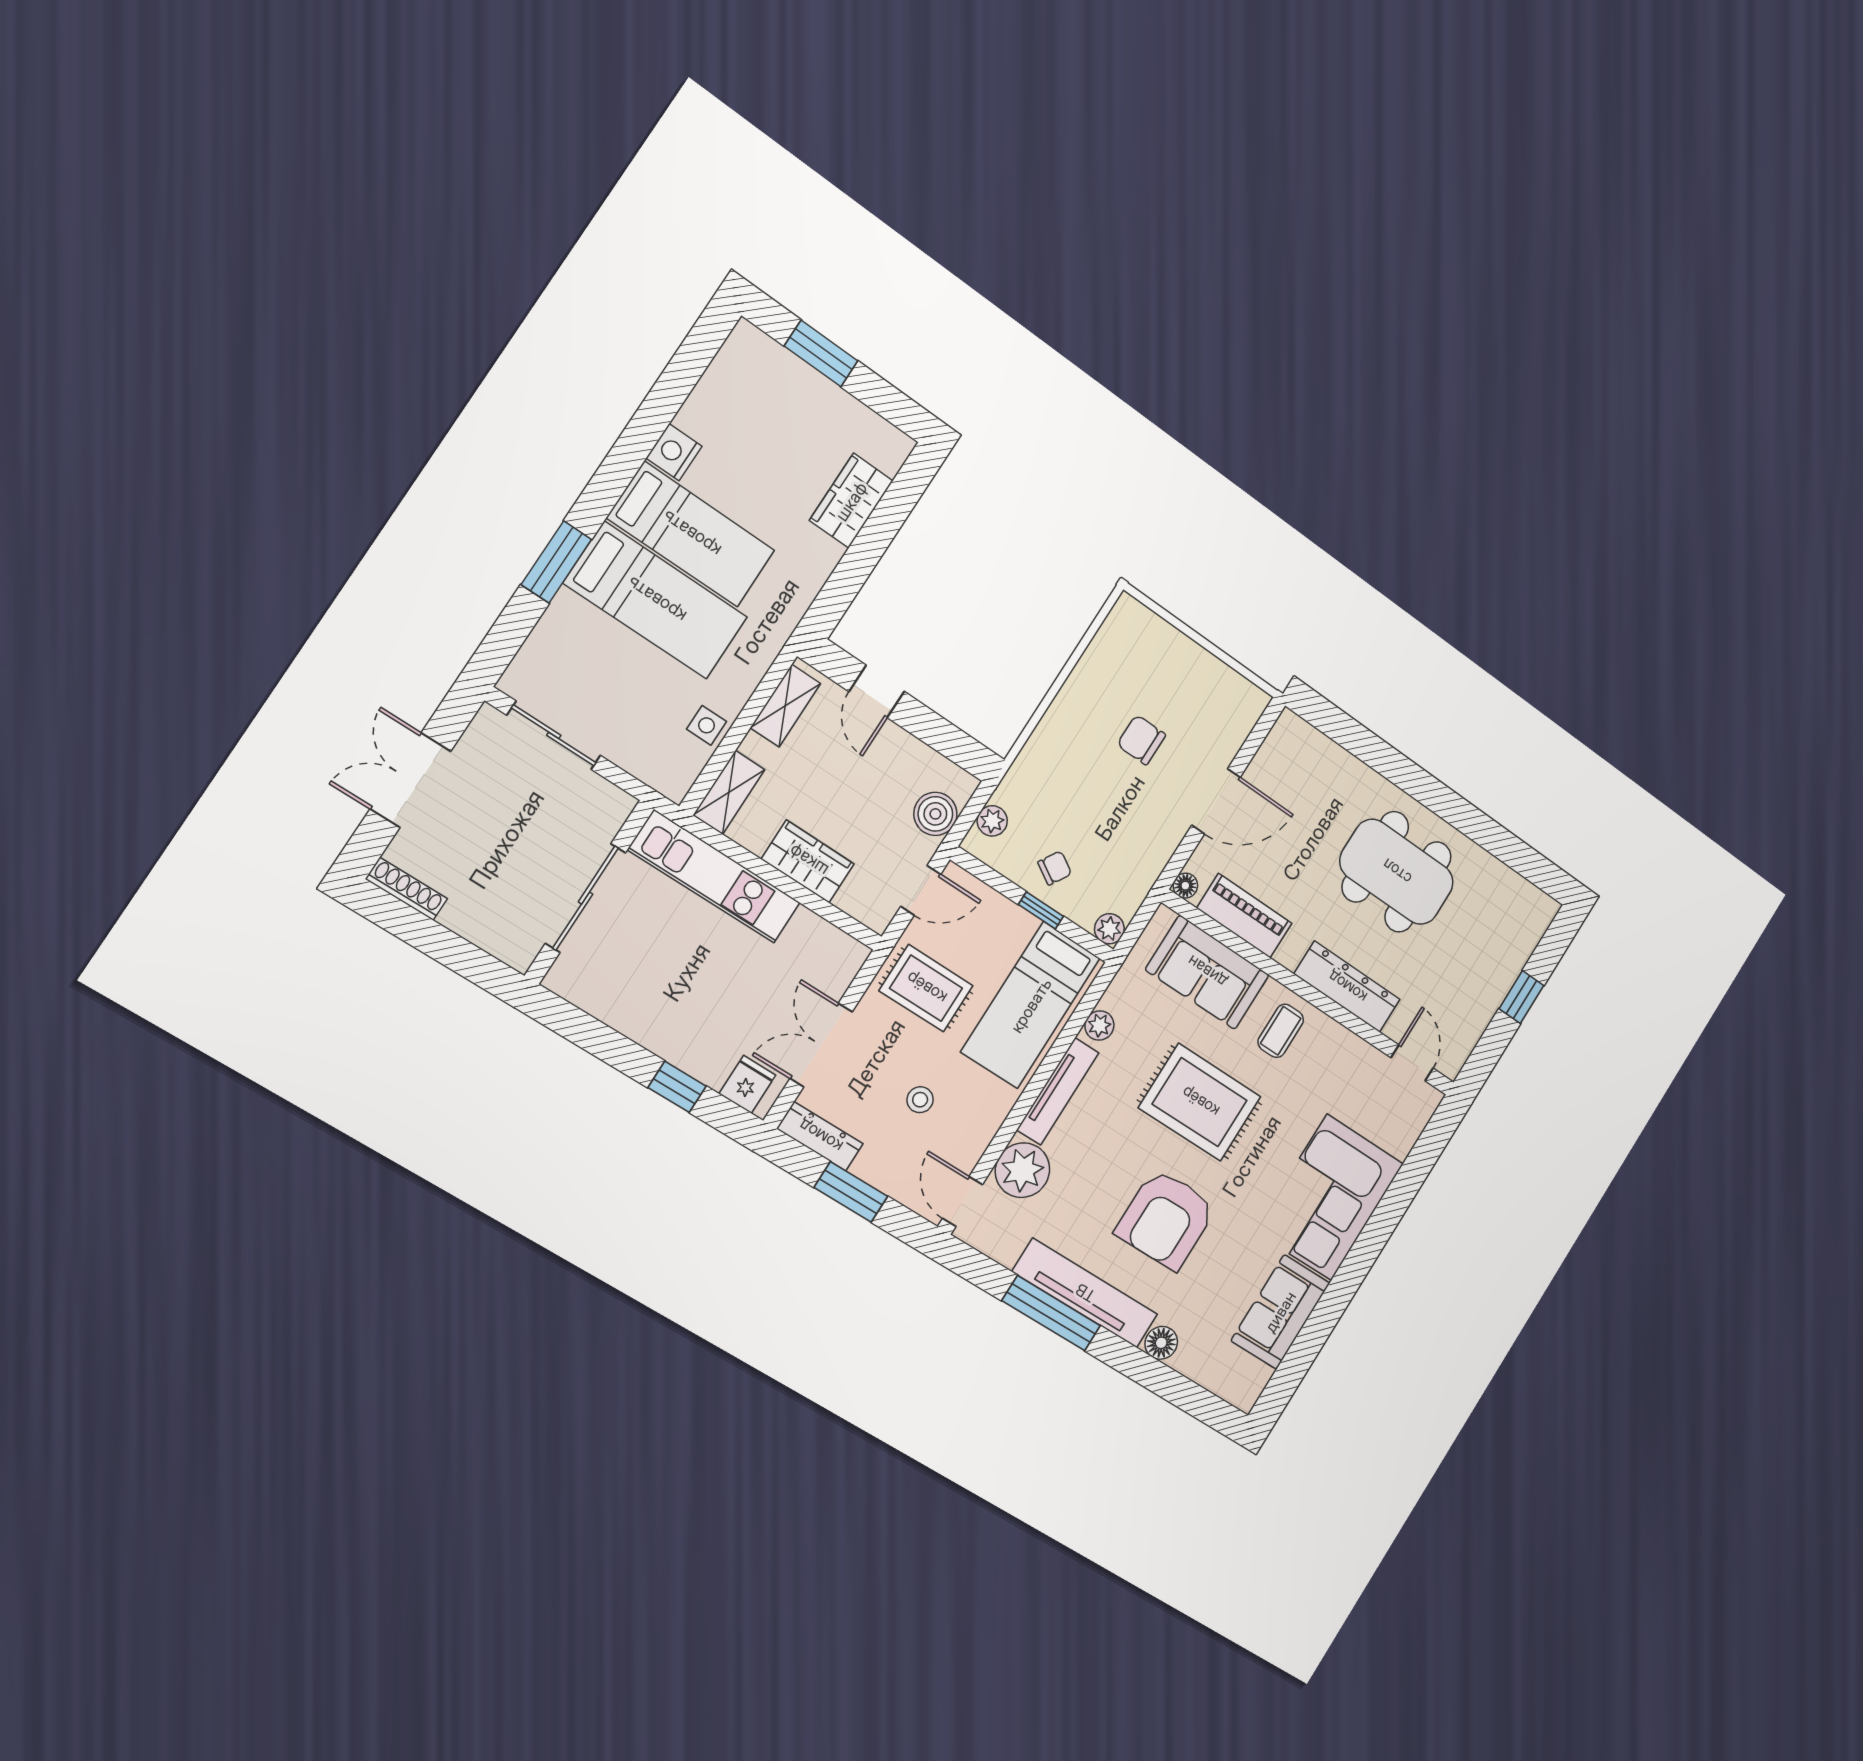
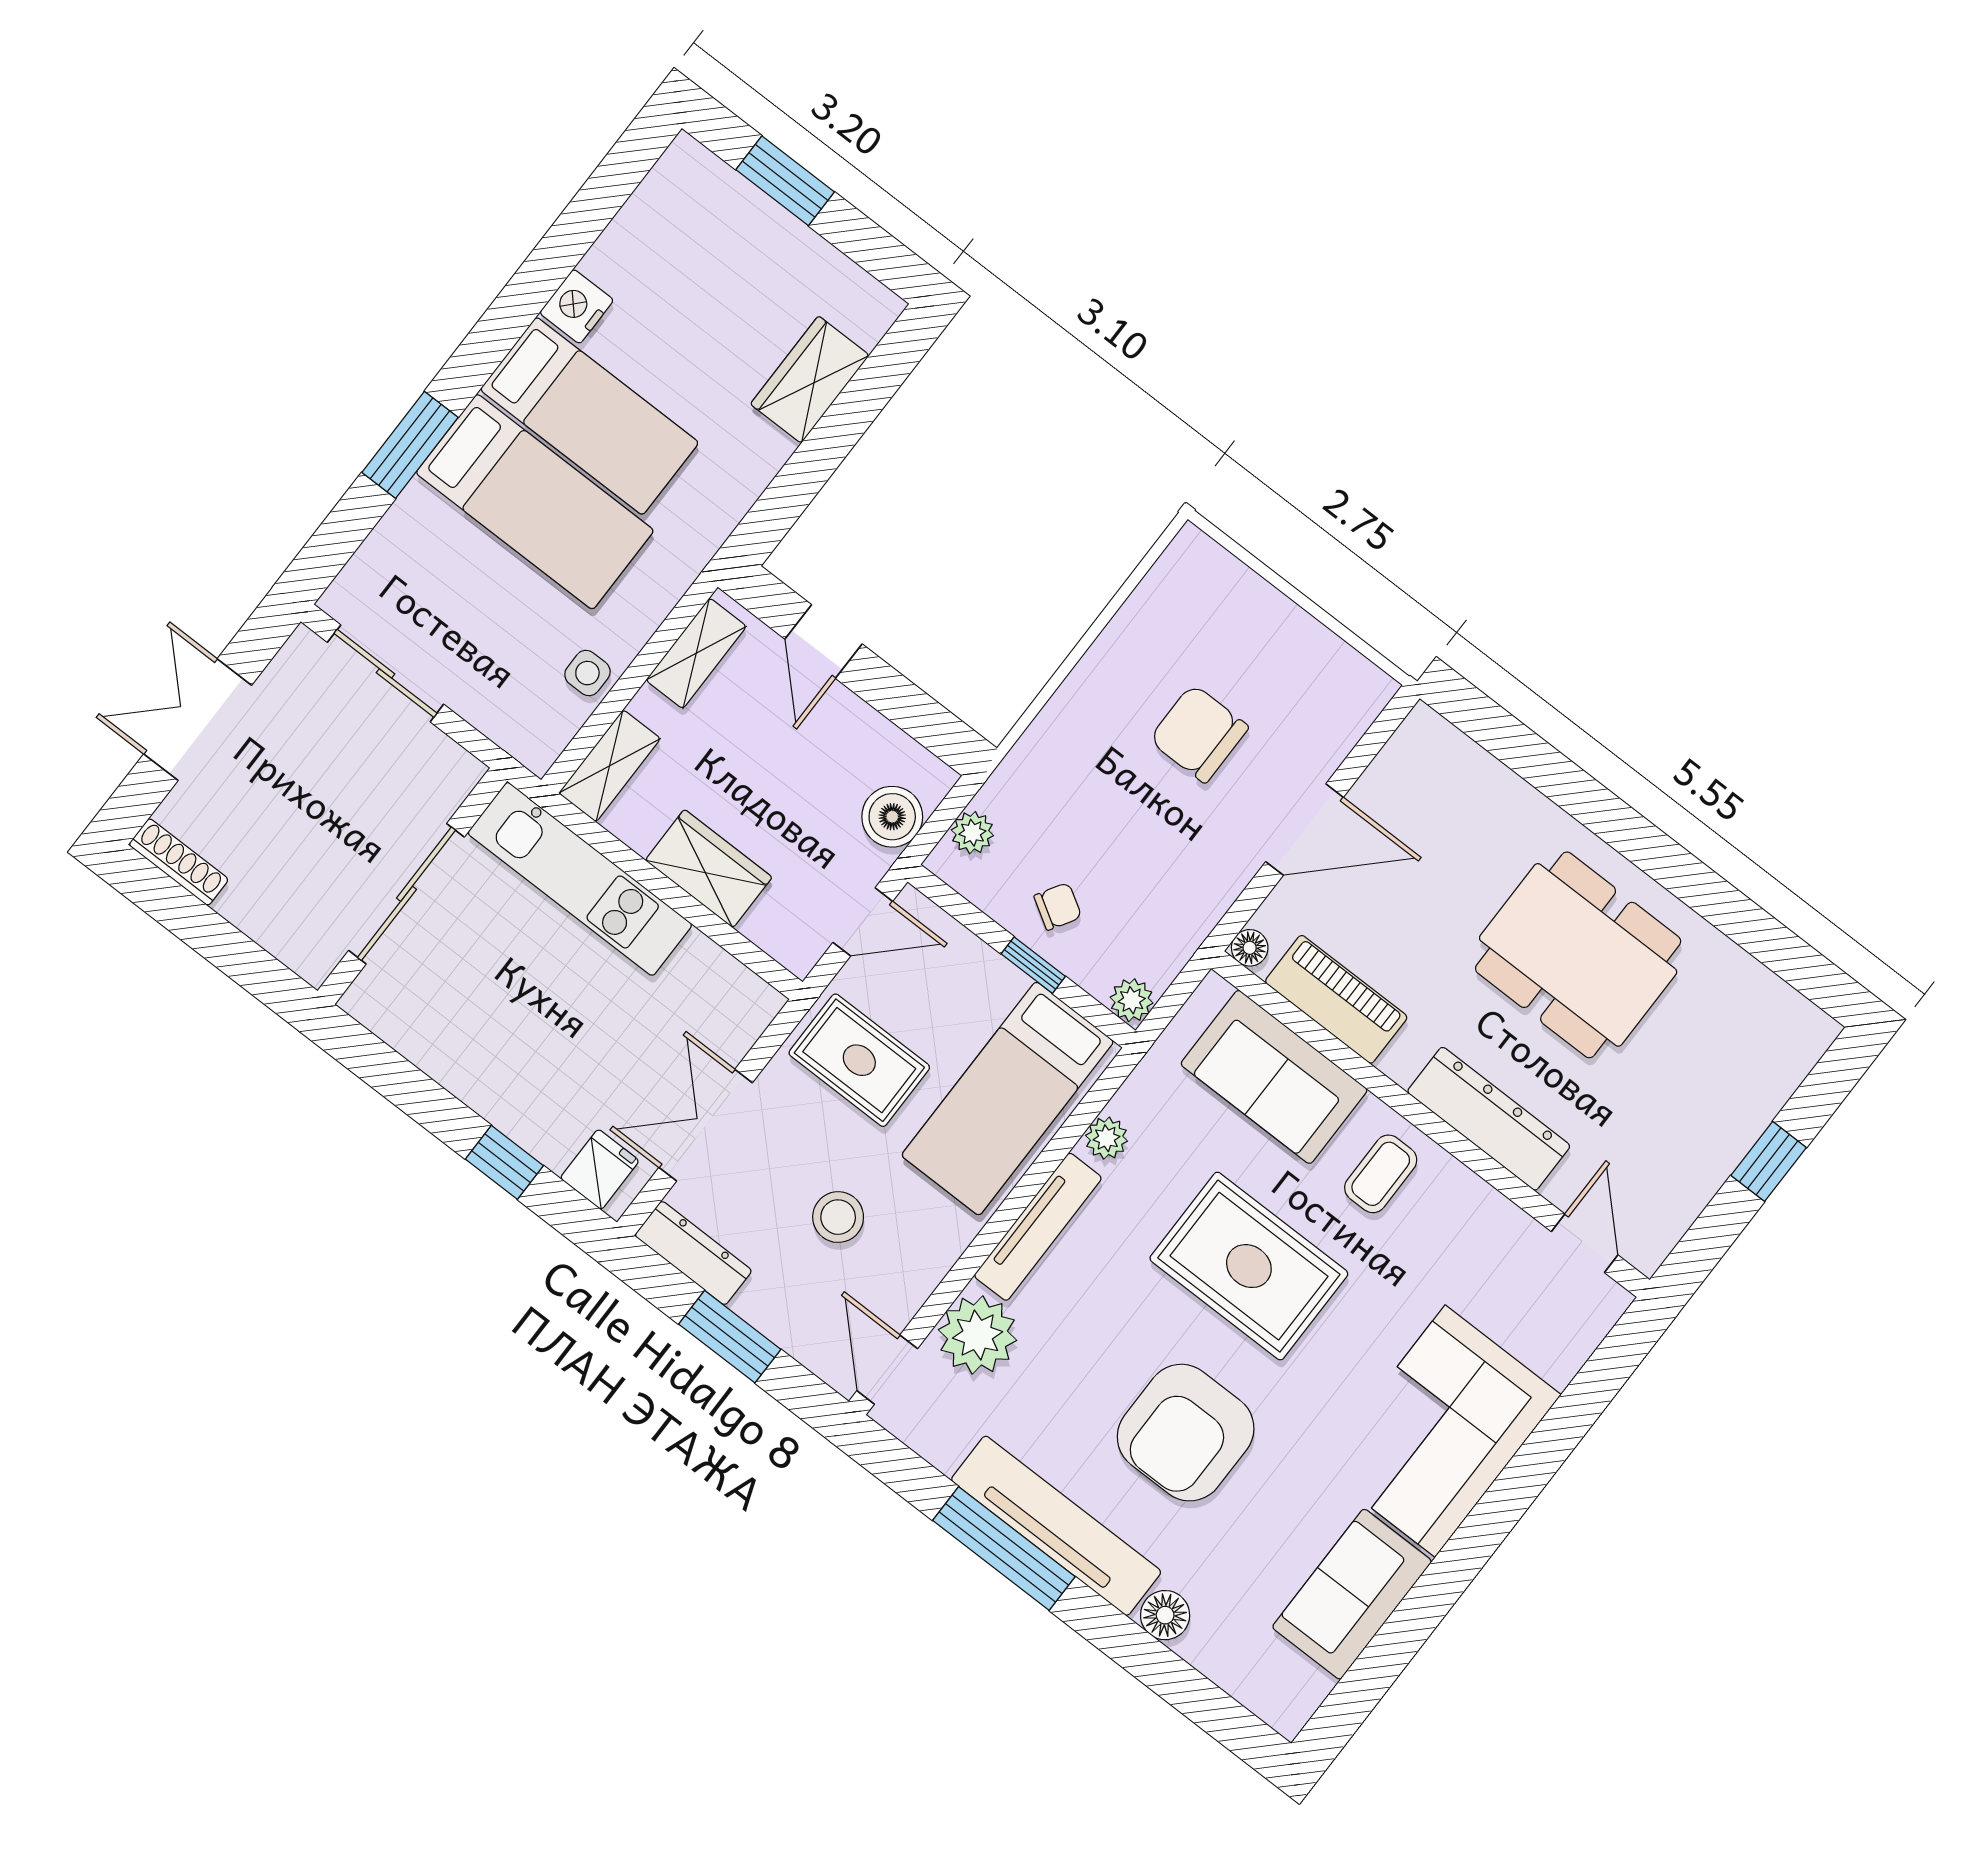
chair: (1141, 740) -> (1199, 733), width x1.37, depth x1.37
stool: (920, 1100) -> (838, 1217), width x1.37, depth x1.37

